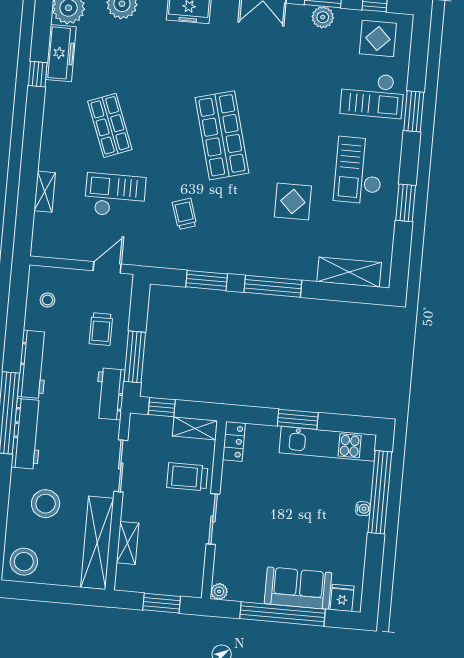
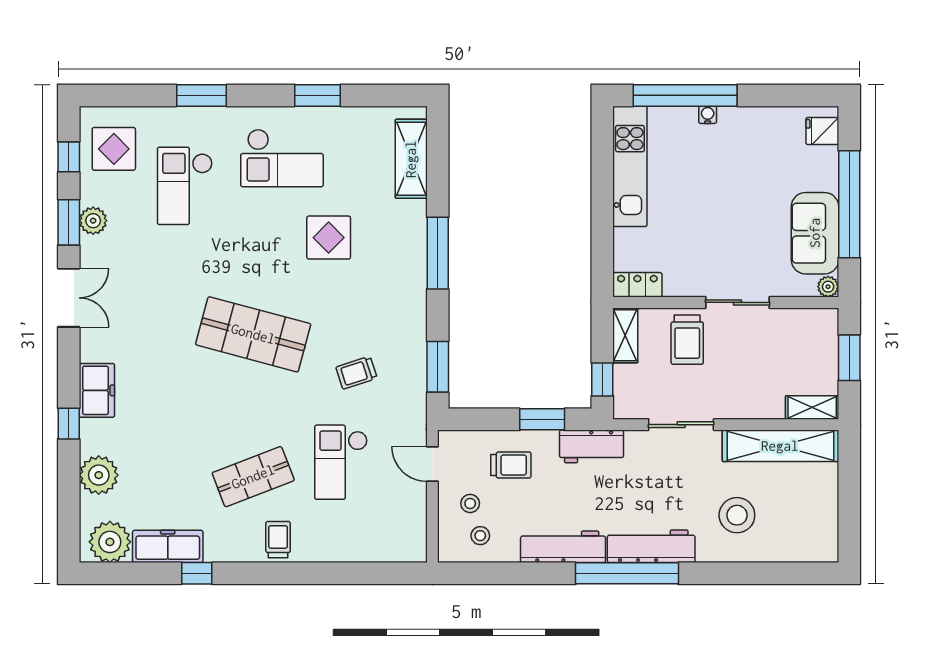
checkout: (372, 95) -> (185, 186), moved, turned 180
shop shelf: (222, 135) -> (253, 334), turned 30
trolley: (59, 140) -> (278, 540), added
shelving: (45, 192) -> (344, 551), removed
window: (207, 280) -> (438, 367), moved
window: (135, 357) -> (542, 419), width x0.69
window: (298, 419) -> (602, 207), removed
shelving: (128, 543) -> (812, 407), moved
stool: (24, 562) -> (470, 503), moved, width x0.53, depth x0.53
sofa: (298, 588) -> (815, 233), moved

